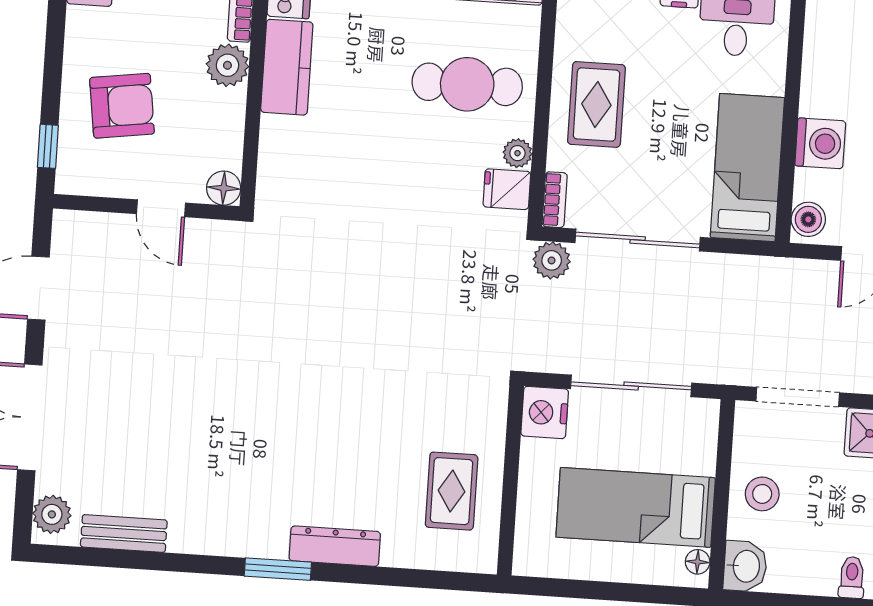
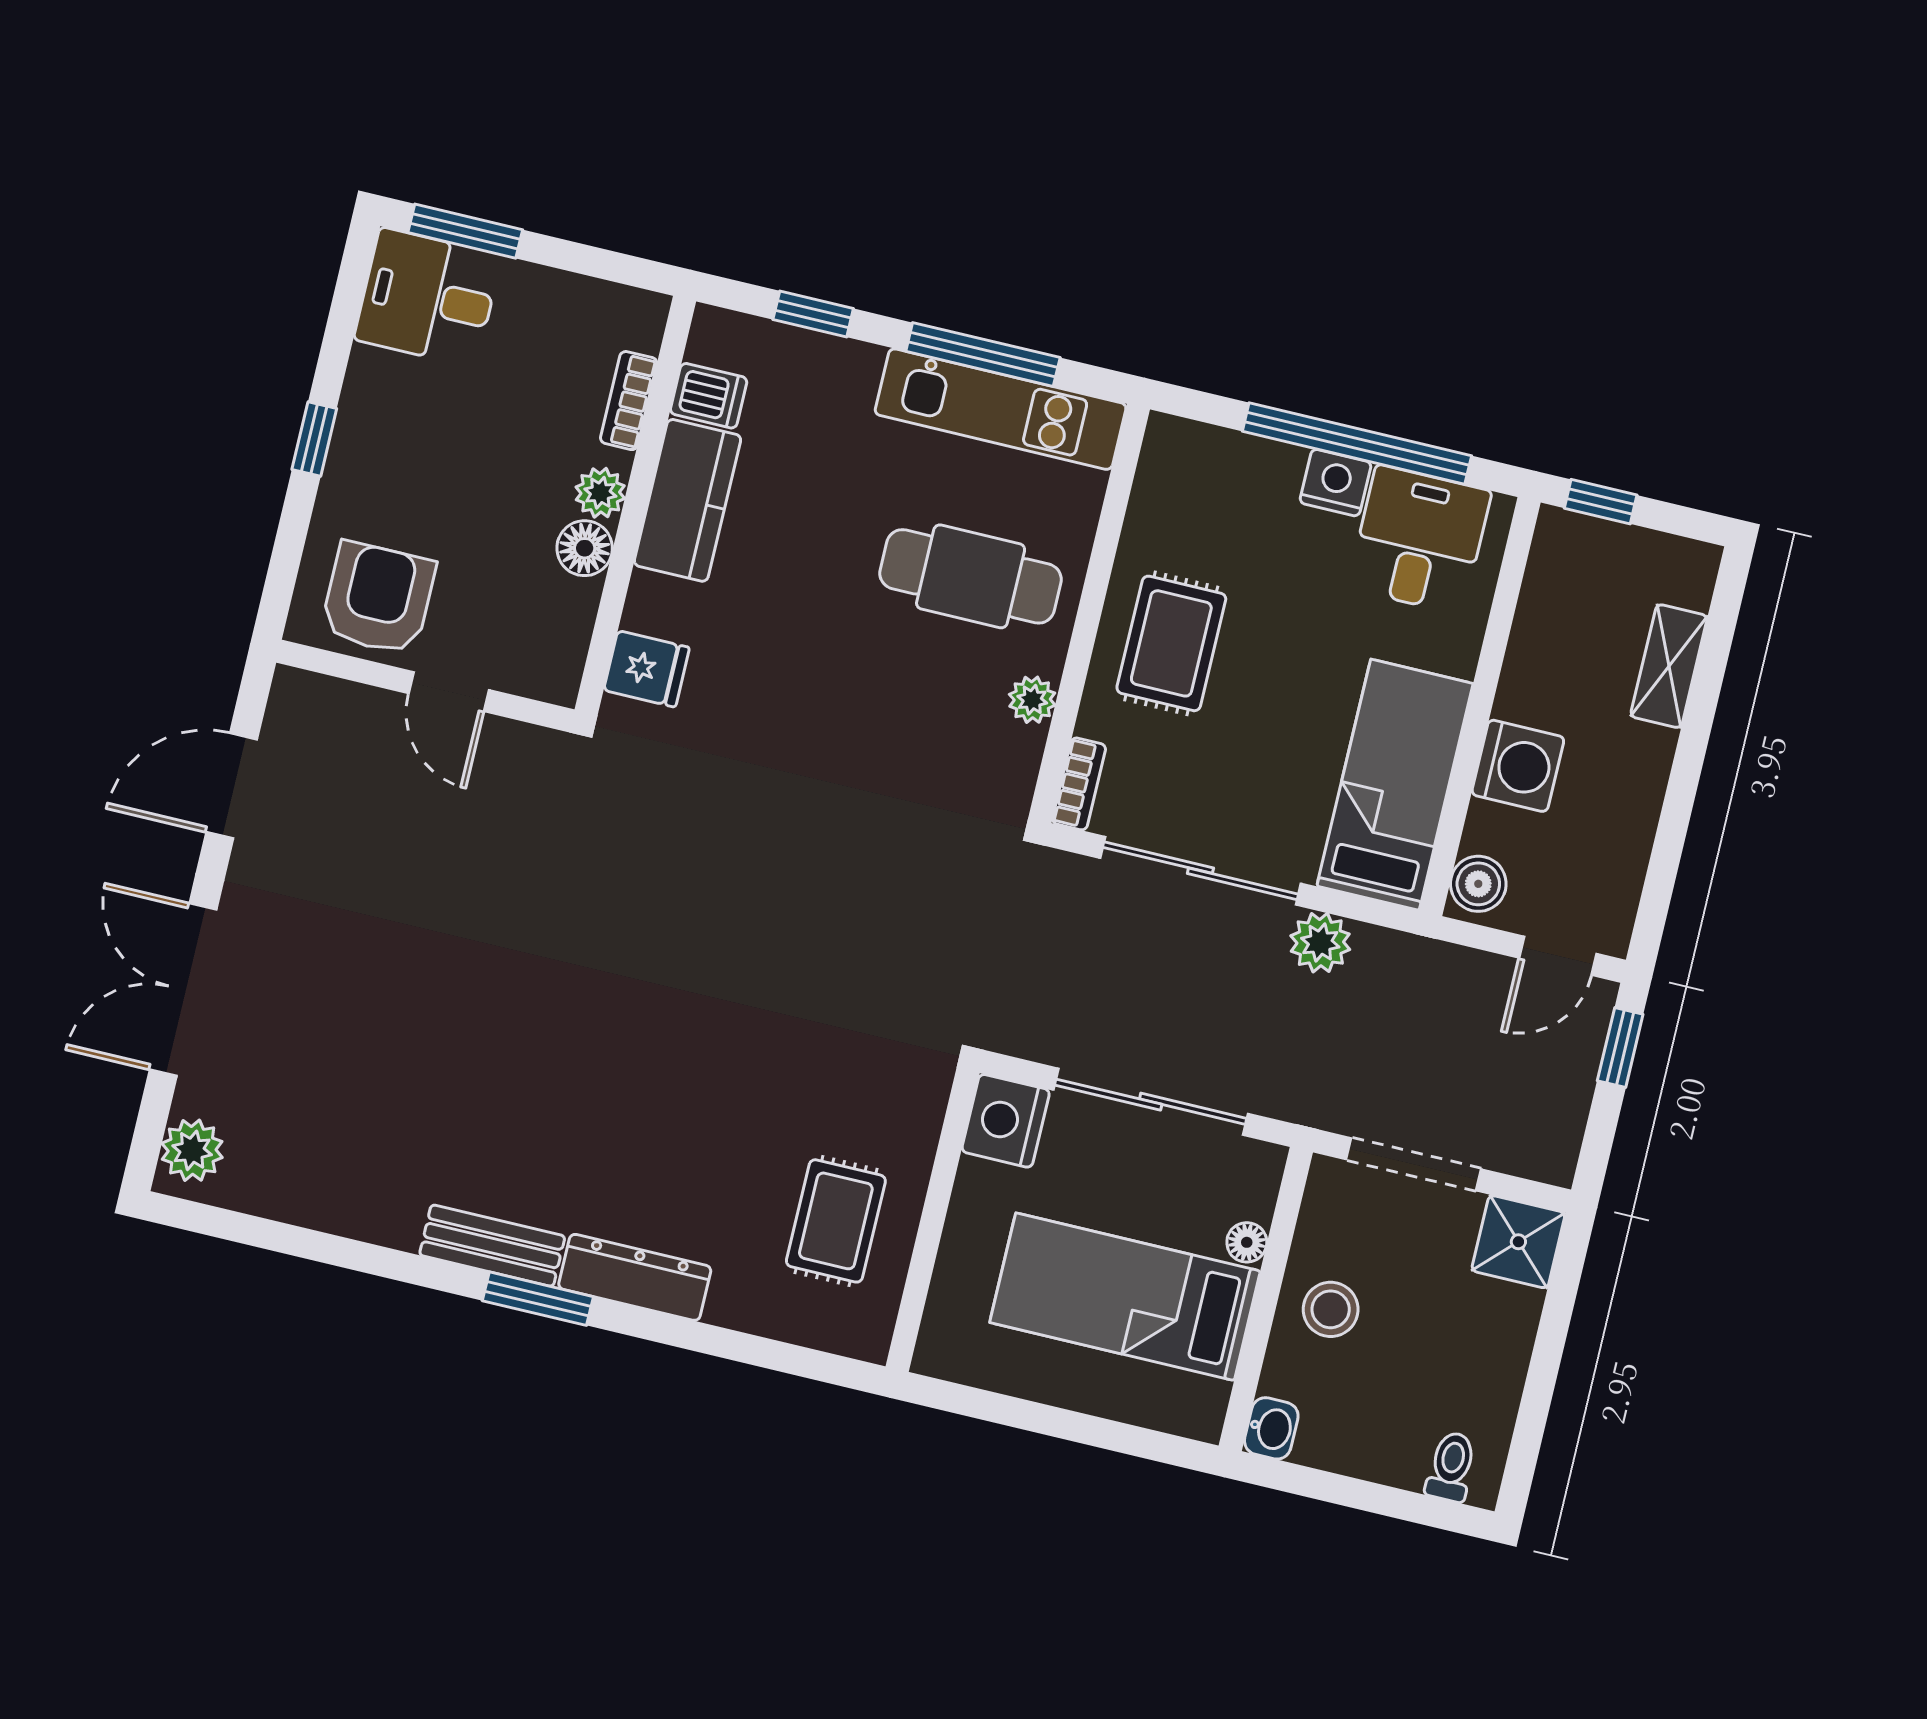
plant: (227, 65) -> (600, 493), width x0.73, depth x0.73
armchair: (122, 106) -> (378, 598), moved, turned -82
window: (48, 146) -> (314, 439), moved
floor lamp: (224, 188) -> (585, 548), moved
fridge: (507, 189) -> (647, 669), moved, turned 180
plant: (552, 260) -> (1320, 943), moved
bench: (124, 533) -> (492, 1246), moved
floor lamp: (698, 562) -> (1247, 1242), moved
washbasin: (745, 566) -> (1271, 1428), width x0.72, depth x0.69

